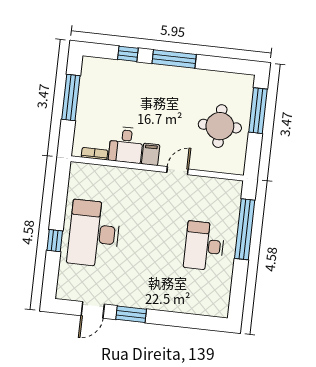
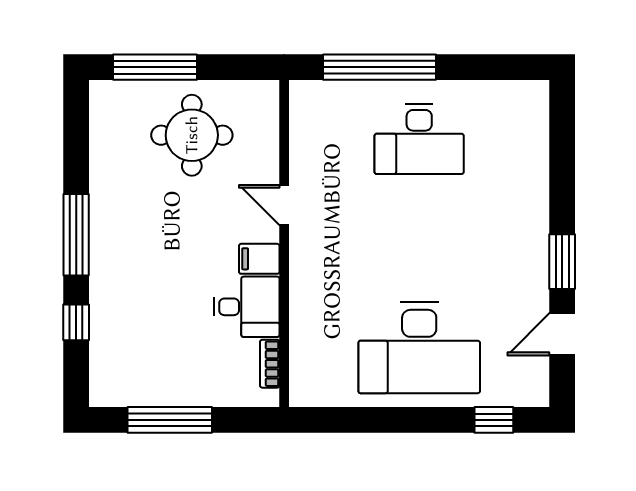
window: (55, 241) -> (494, 420), moved
door: (93, 310) -> (562, 334), swing flipped

